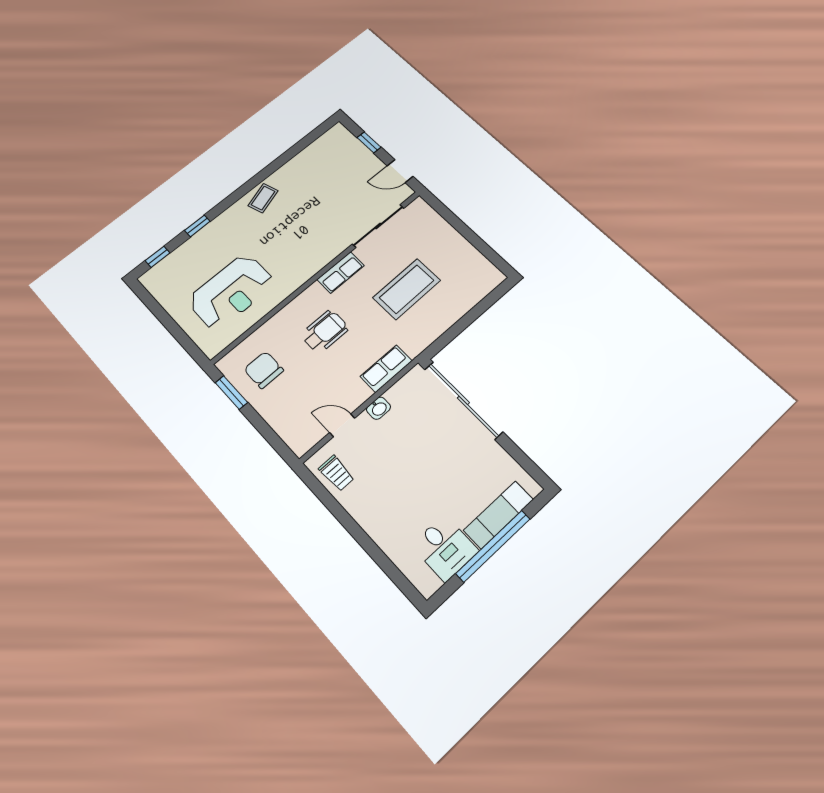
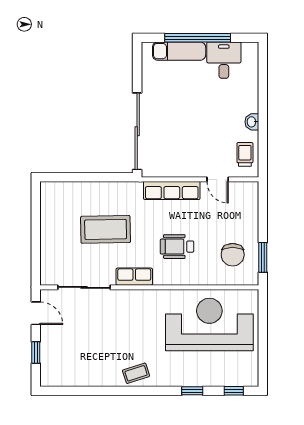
reception desk: (231, 292) -> (209, 324), width x1.36, depth x1.30
row of seats: (386, 369) -> (172, 190), width x1.48
washbasin: (378, 408) -> (252, 122), moved, turned -90

